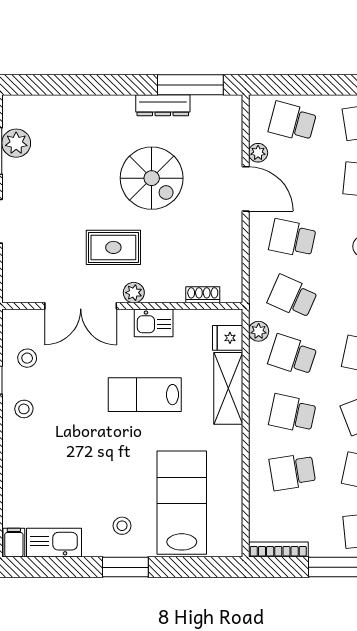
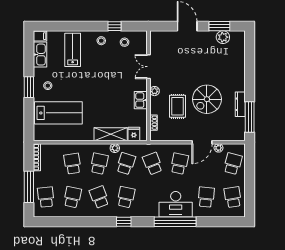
rug: (113, 247) -> (178, 106), moved
school desk: (292, 297) -> (153, 164), turned -45
double door: (81, 306) -> (148, 67), width x0.73
plant: (259, 331) -> (115, 148), moved
lab bench: (145, 395) -> (73, 50), moved

